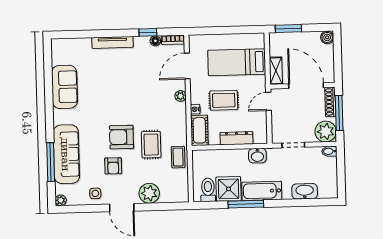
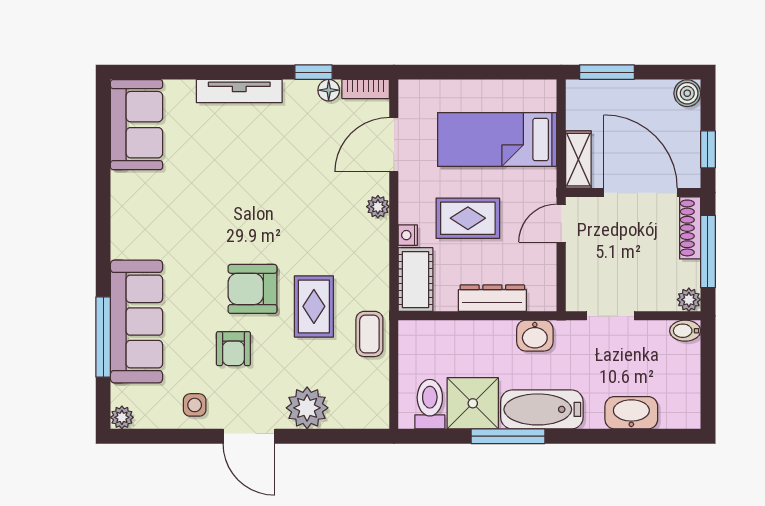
window: (338, 64) -> (708, 149), added
sofa: (64, 87) -> (137, 125), moved
plant: (326, 132) -> (689, 300), width x0.53, depth x0.53

